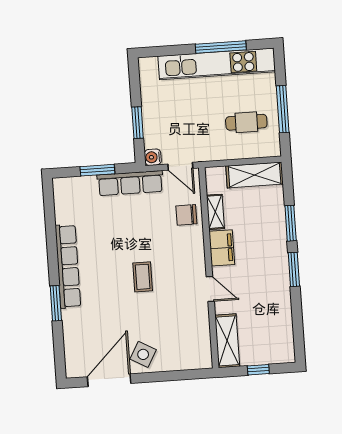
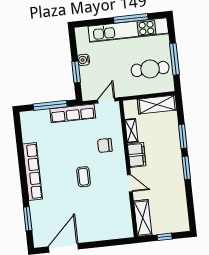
cafe table: (246, 122) -> (150, 69), width x1.37, depth x1.35
water cooler: (153, 157) -> (84, 60), moved
door: (180, 166) -> (106, 101), swing flipped
window: (97, 170) -> (50, 105), width x1.44
chair: (186, 215) -> (105, 145), moved
window: (56, 303) -> (28, 219), moved
side table: (143, 354) -> (86, 229), removed

